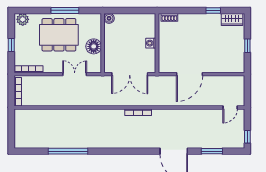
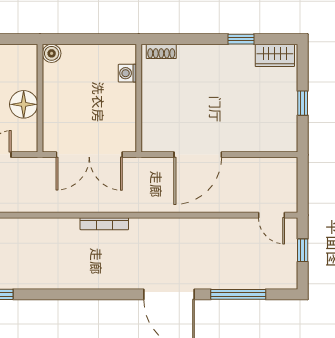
washing machine: (151, 43) -> (127, 73), moved
door: (230, 107) -> (271, 215), hinge flipped
window: (247, 137) -> (303, 250), moved
window: (212, 151) -> (238, 294), width x1.44

